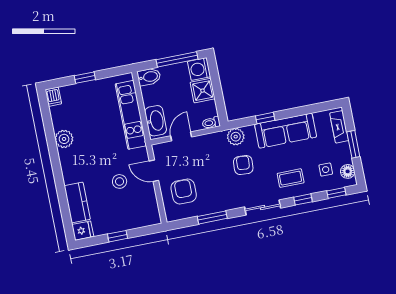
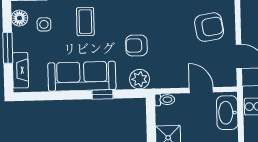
door: (181, 136) -> (201, 90), swing flipped
armchair: (243, 165) -> (136, 45), turned 86
coffee table: (291, 178) -> (85, 22), turned 90
armchair: (184, 192) -> (209, 27), turned -99

